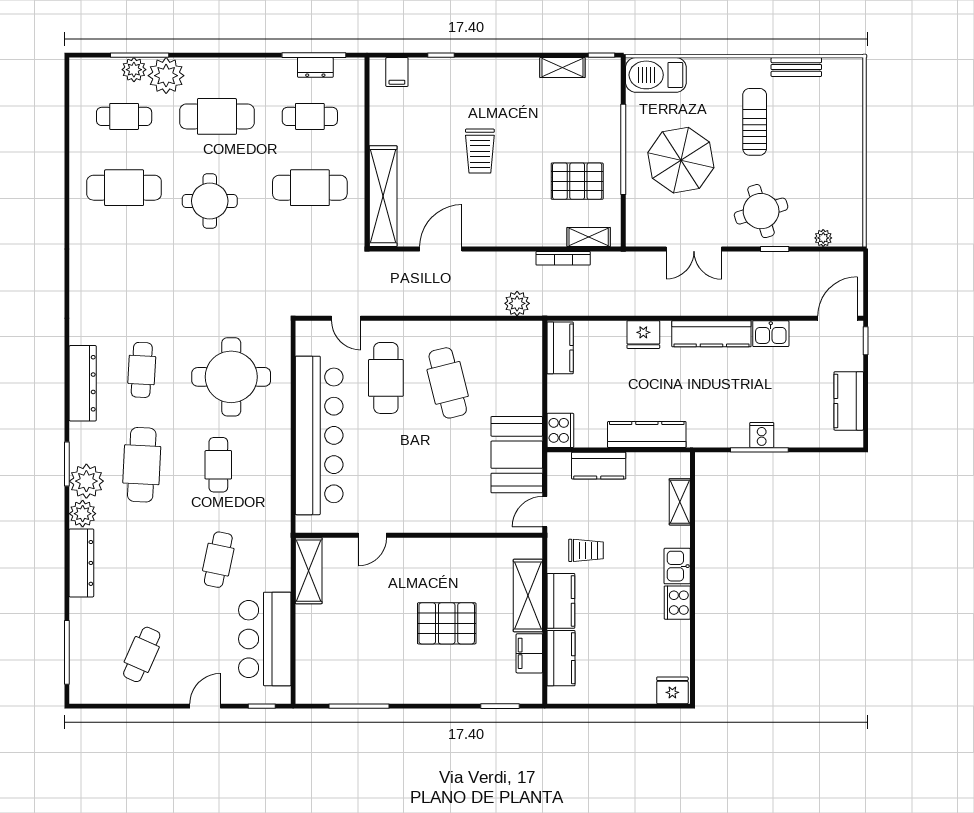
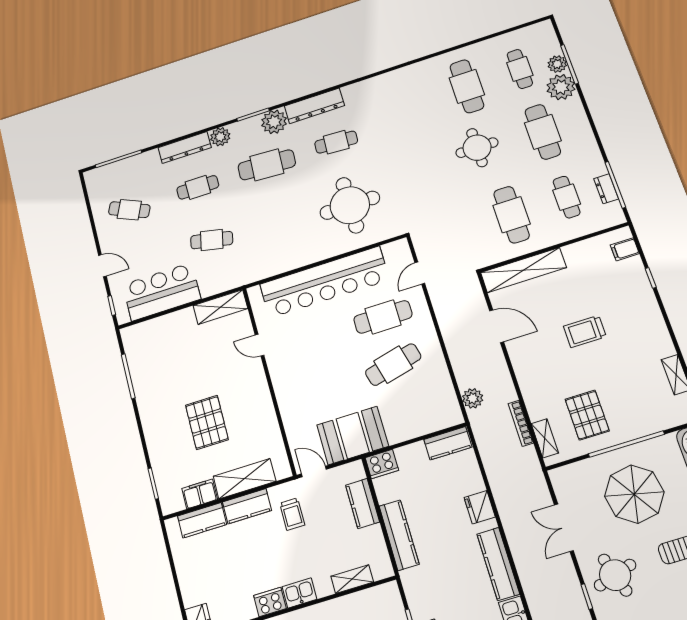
cafe table: (218, 465) -> (198, 187), moved
plant: (86, 481) -> (274, 122), moved

